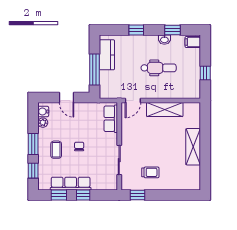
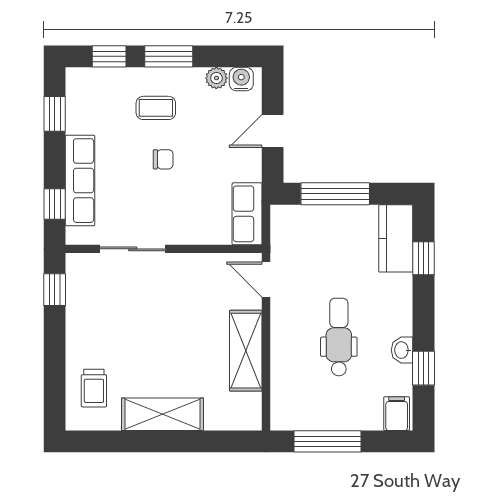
window: (136, 30) -> (423, 258), moved
kitchen counter: (107, 55) -> (396, 238), moved, turned 90
dental chair: (159, 68) -> (339, 337), turned 180
window: (205, 73) -> (328, 441), width x2.17
row of seats: (111, 119) -> (247, 214), moved, turned -90
trolley: (150, 172) -> (94, 388), moved
row of seats: (71, 184) -> (80, 181), moved
window: (83, 195) -> (55, 204), moved

